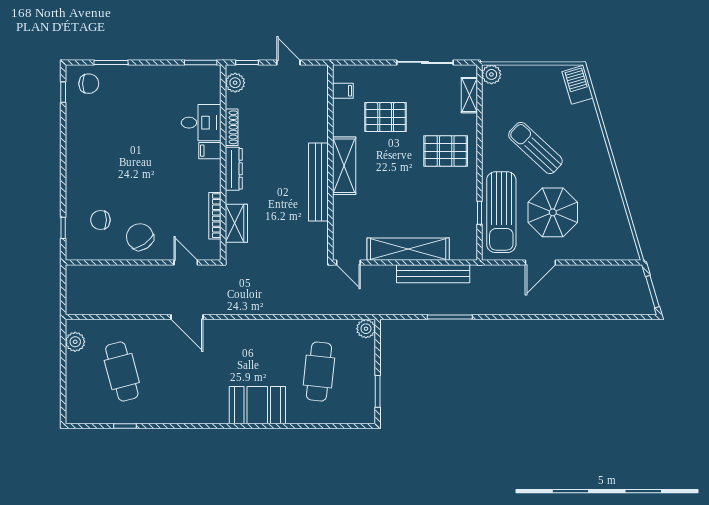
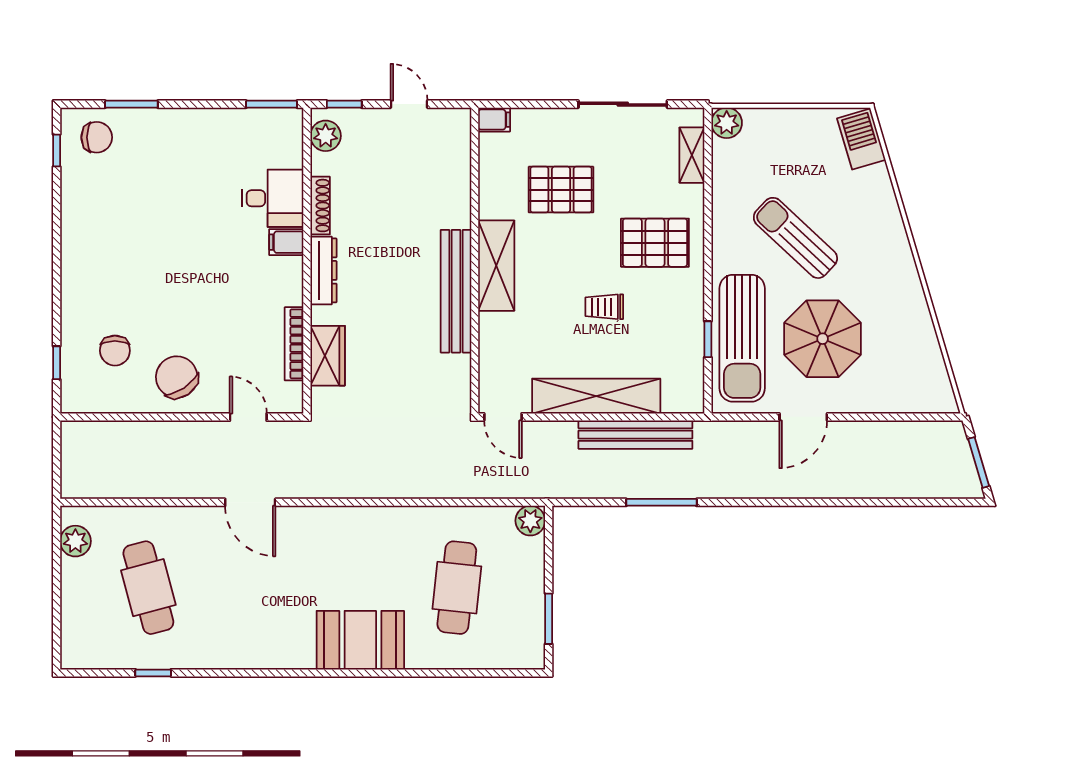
filing cabinet: (343, 91) -> (494, 120), moved
trolley: (413, 192) -> (604, 307), added
chair: (100, 220) -> (115, 351), turned -90

